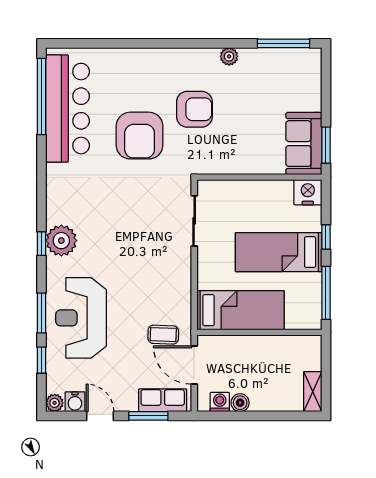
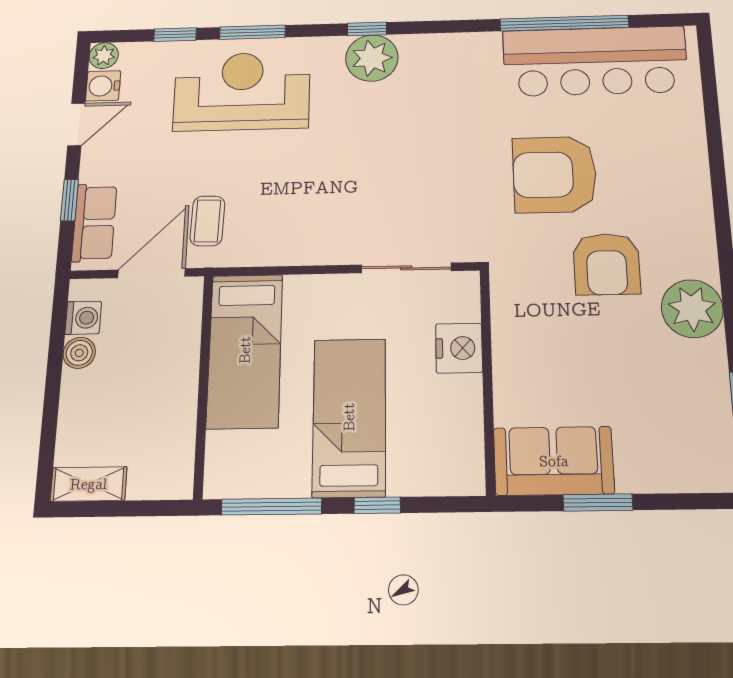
plant: (229, 56) -> (692, 309), width x1.88, depth x1.88
window: (42, 97) -> (564, 23), moved
window: (326, 145) -> (598, 502), moved
nightstand: (308, 192) -> (459, 348), moved
window: (148, 416) -> (70, 200), width x0.67

